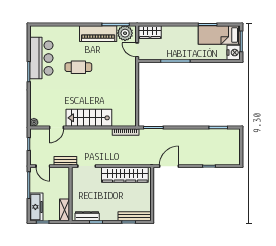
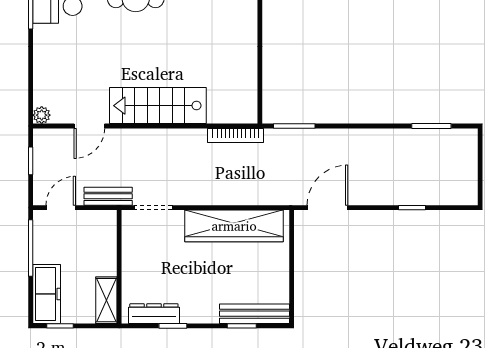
door: (43, 166) -> (61, 208), swing flipped

